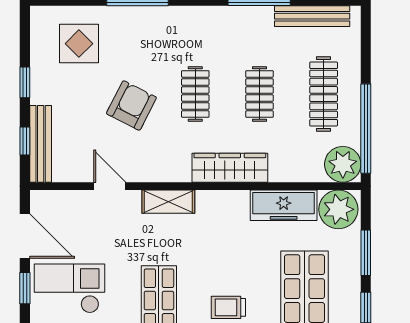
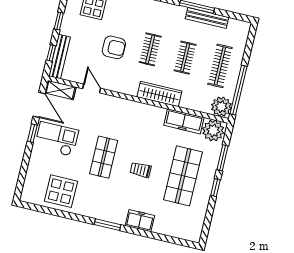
bench: (312, 16) -> (207, 18), moved
armchair: (131, 105) -> (114, 47), turned 63
shelving: (168, 202) -> (60, 90), moved

